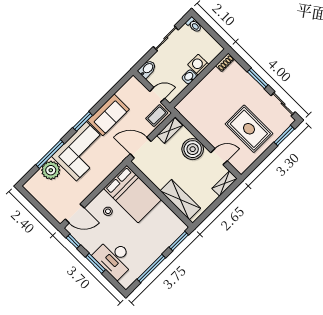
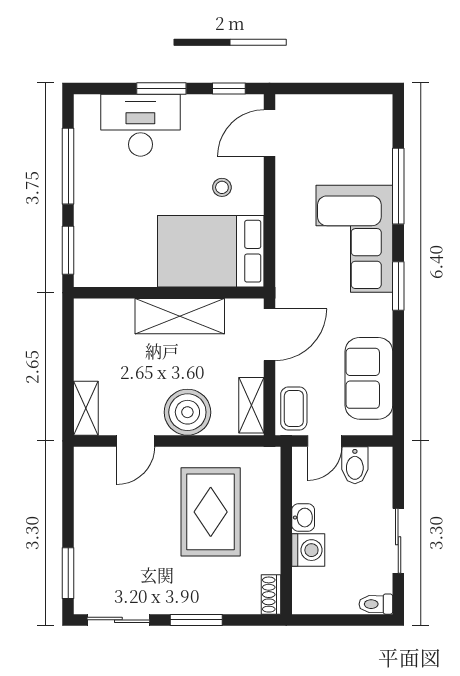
bidet: (147, 69) -> (355, 465), moved
sofa: (108, 115) -> (369, 378), moved
rug: (249, 129) -> (211, 512), moved, turned 90
plant: (51, 170) -> (372, 163), removed
shelving: (180, 200) -> (180, 316), moved

